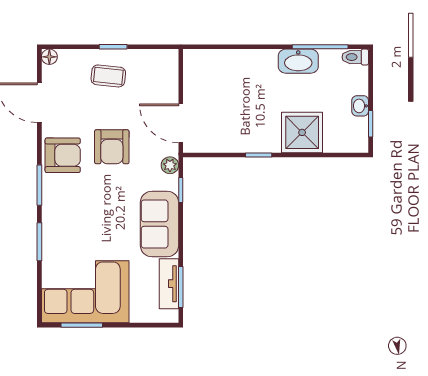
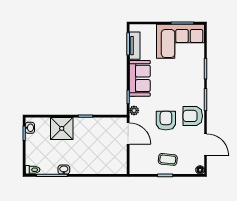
washbasin: (298, 61) -> (64, 170), width x0.52, depth x0.69
washbasin: (360, 106) -> (30, 128), moved

